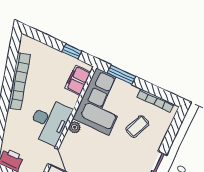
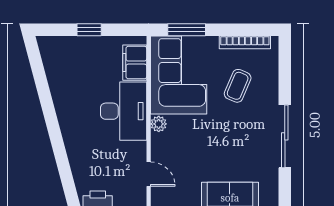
window: (72, 51) -> (89, 30), moved
bookcase: (19, 81) -> (61, 99), removed
desk: (50, 121) -> (124, 111), moved

